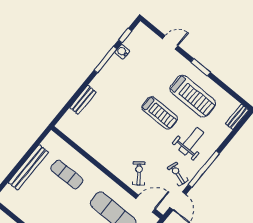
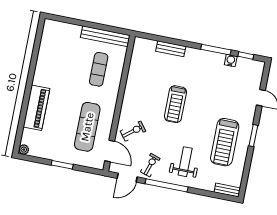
treadmill: (160, 113) -> (175, 104), moved
weight bench: (191, 141) -> (185, 162), turned -90
bench: (28, 167) -> (105, 36), moved

